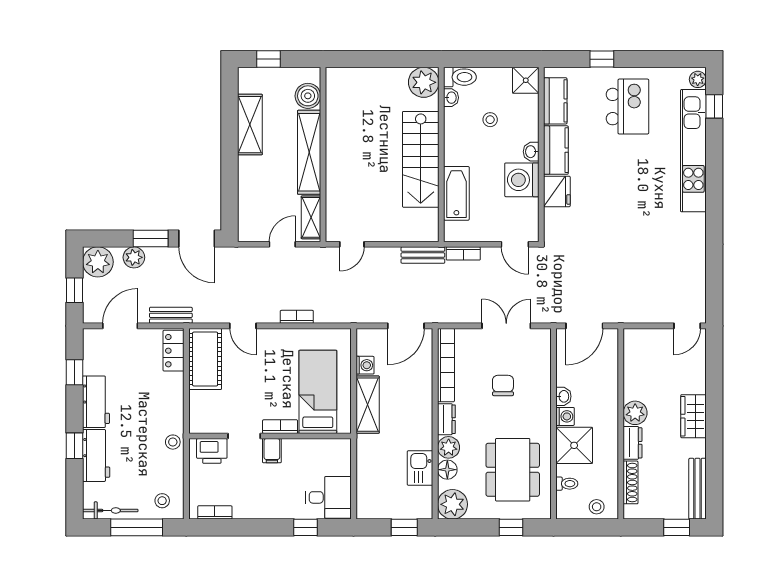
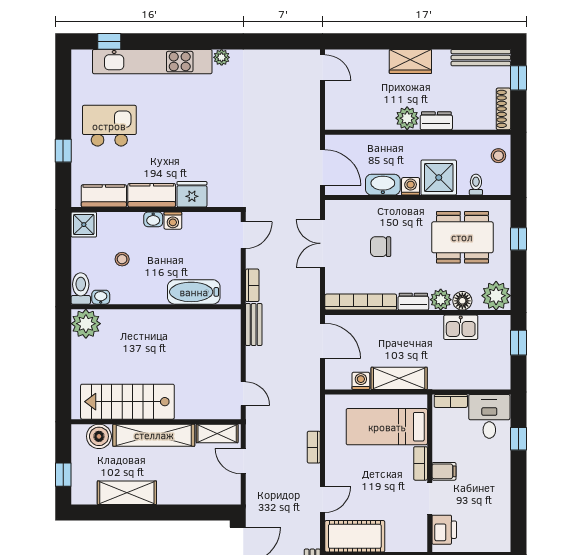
plant: (698, 79) -> (222, 57), moved
stairs: (421, 159) -> (127, 402), moved, turned 180
washing machine: (522, 180) -> (173, 221), width x0.53, depth x0.53
washbasin: (563, 396) -> (383, 185), width x1.91, depth x1.45
shoe rack: (631, 482) -> (503, 109), moved, turned -90
bookcase: (215, 512) -> (451, 401), moved, turned -90

